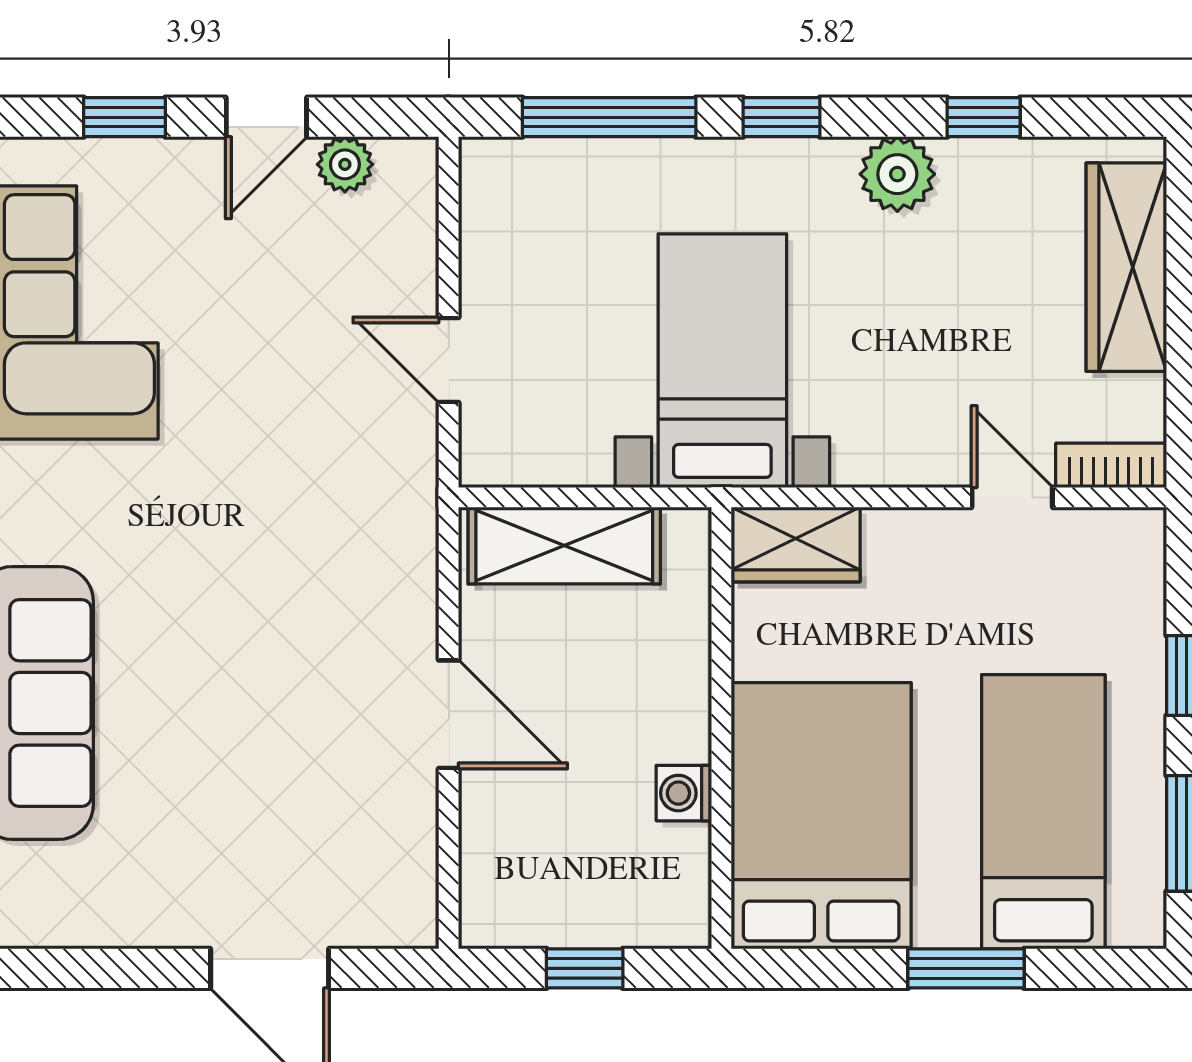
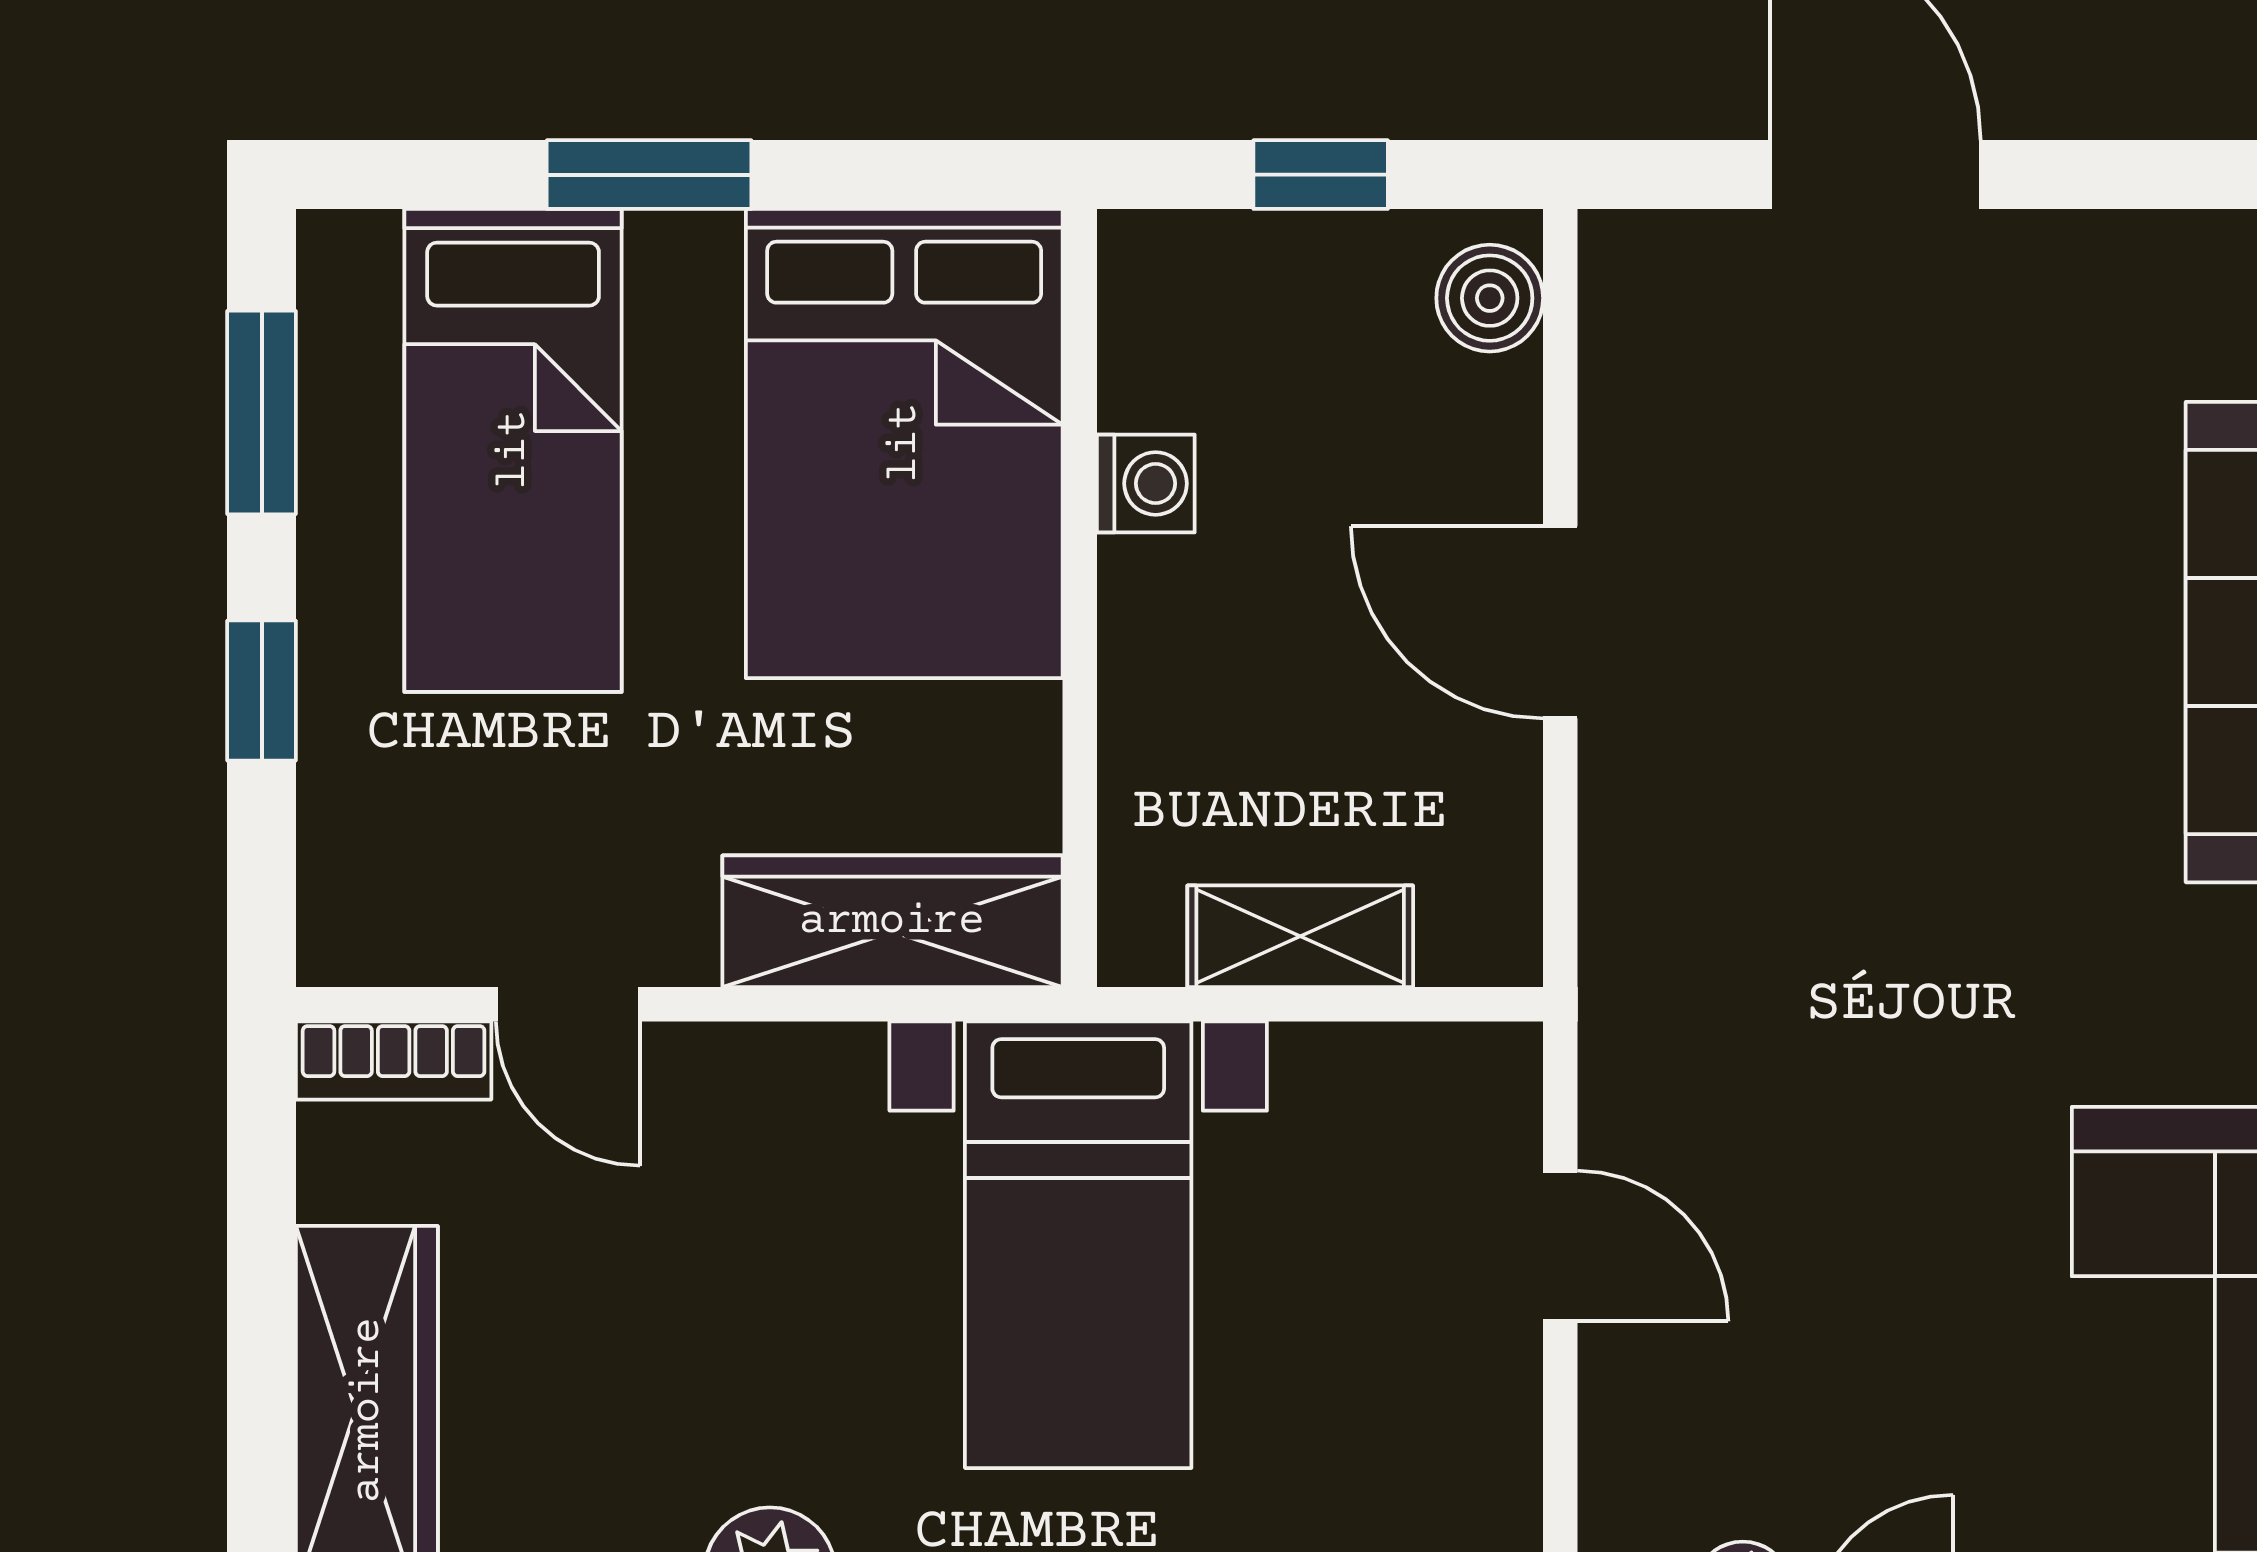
wardrobe: (796, 544) -> (892, 921), width x1.50
shelving: (564, 546) -> (1300, 936), width x0.67, depth x0.75
boiler: (489, 898) -> (1490, 298), added

